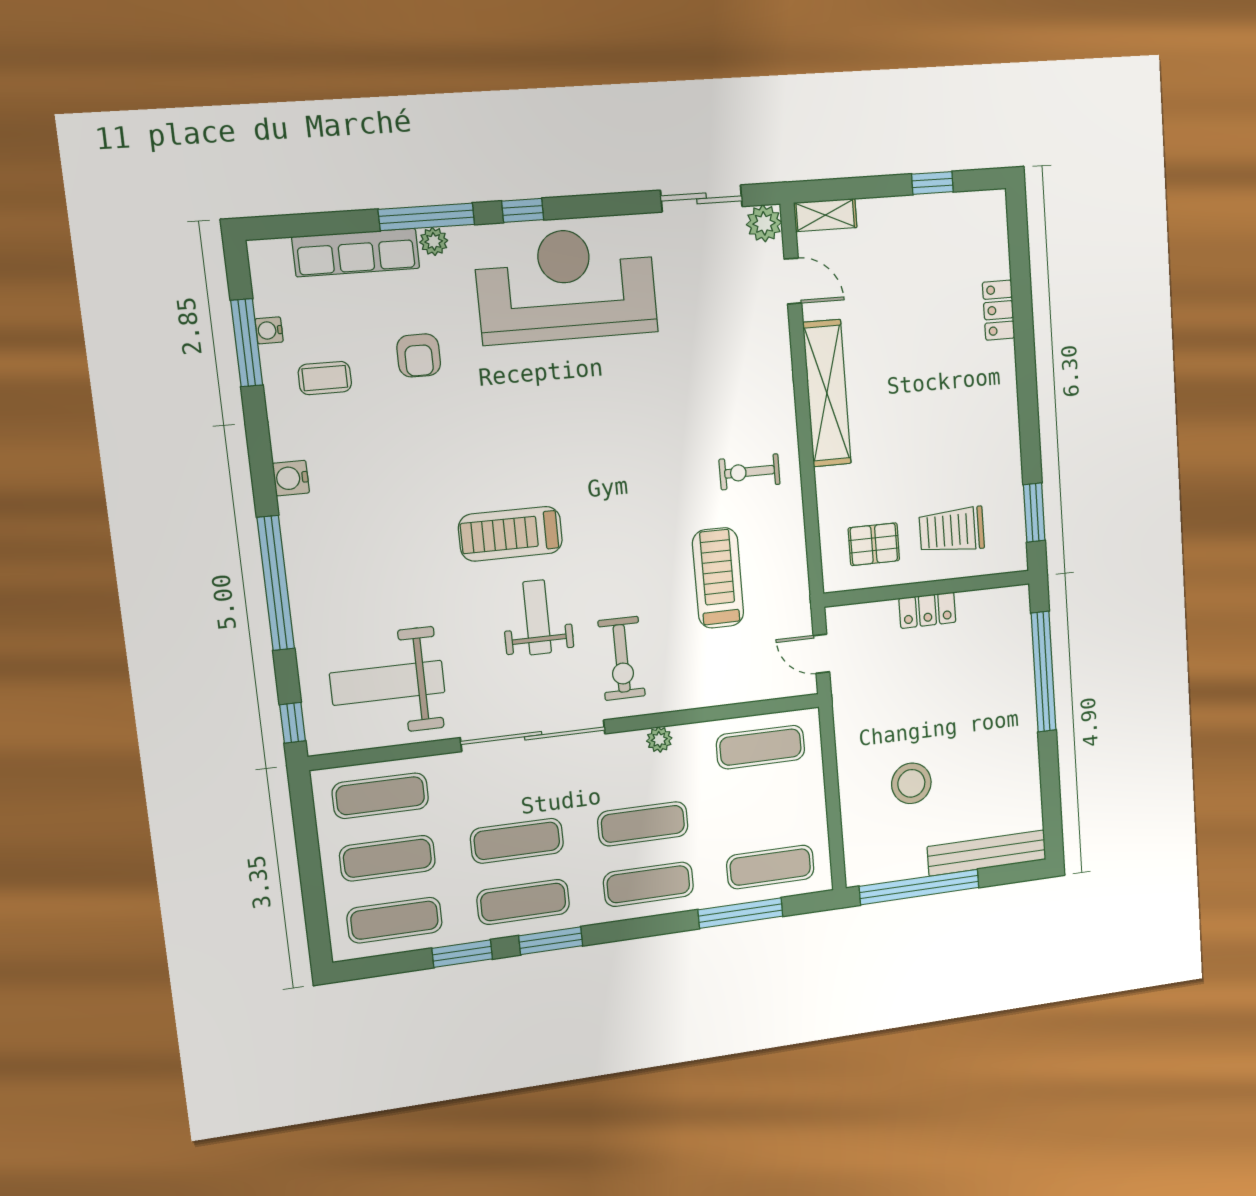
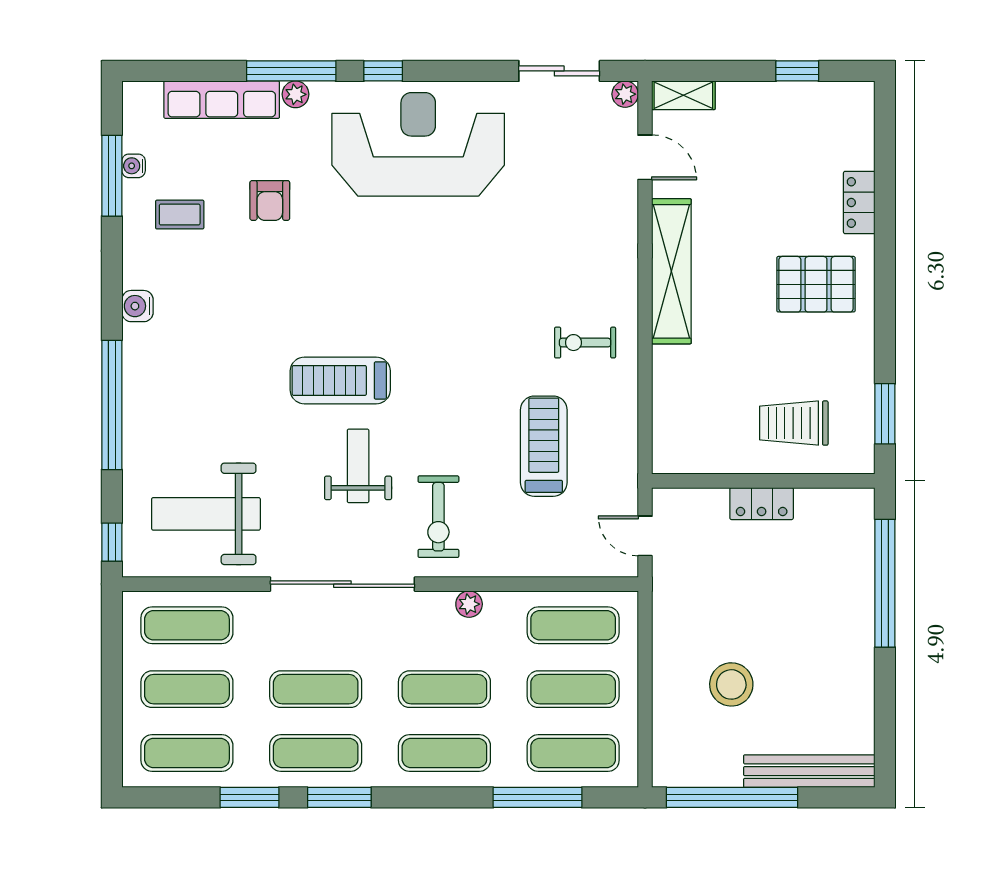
plant: (764, 223) -> (625, 94), width x0.73, depth x0.73
pallet: (874, 544) -> (816, 284), moved, width x1.50, depth x1.42
exercise mat: (765, 807) -> (573, 689), added

